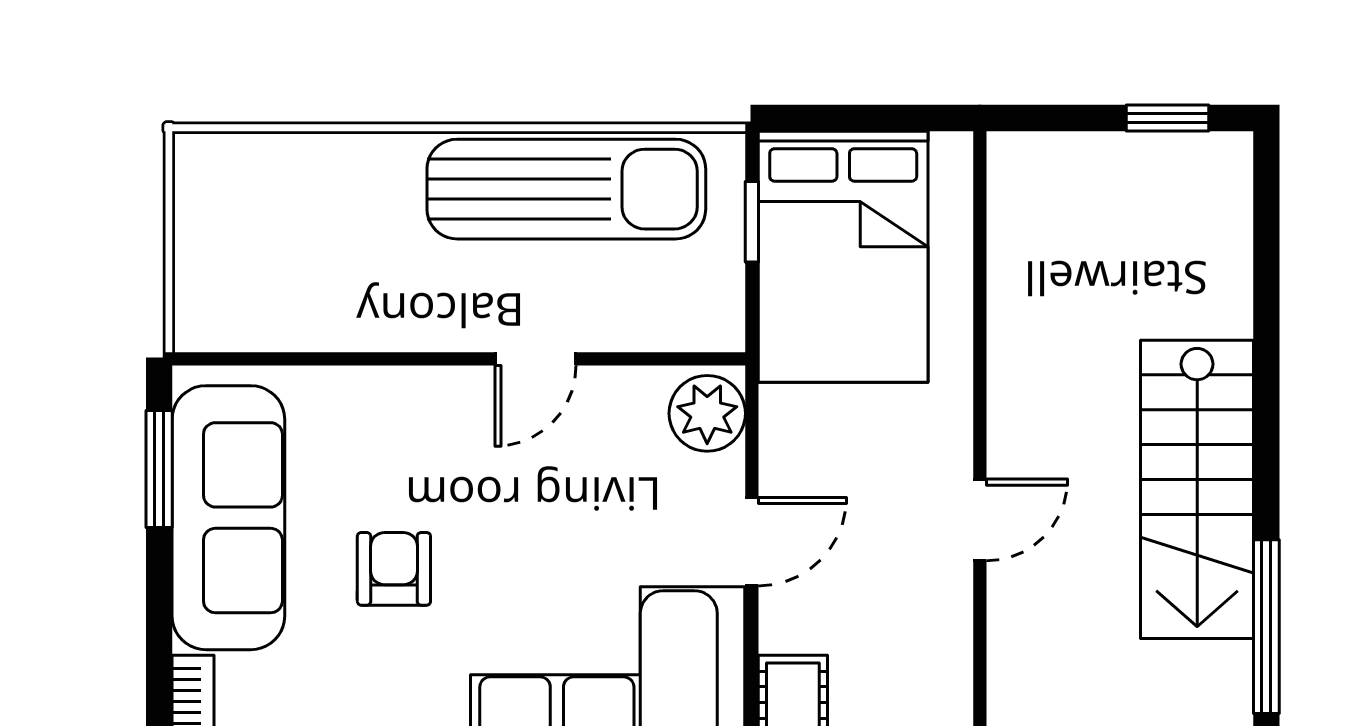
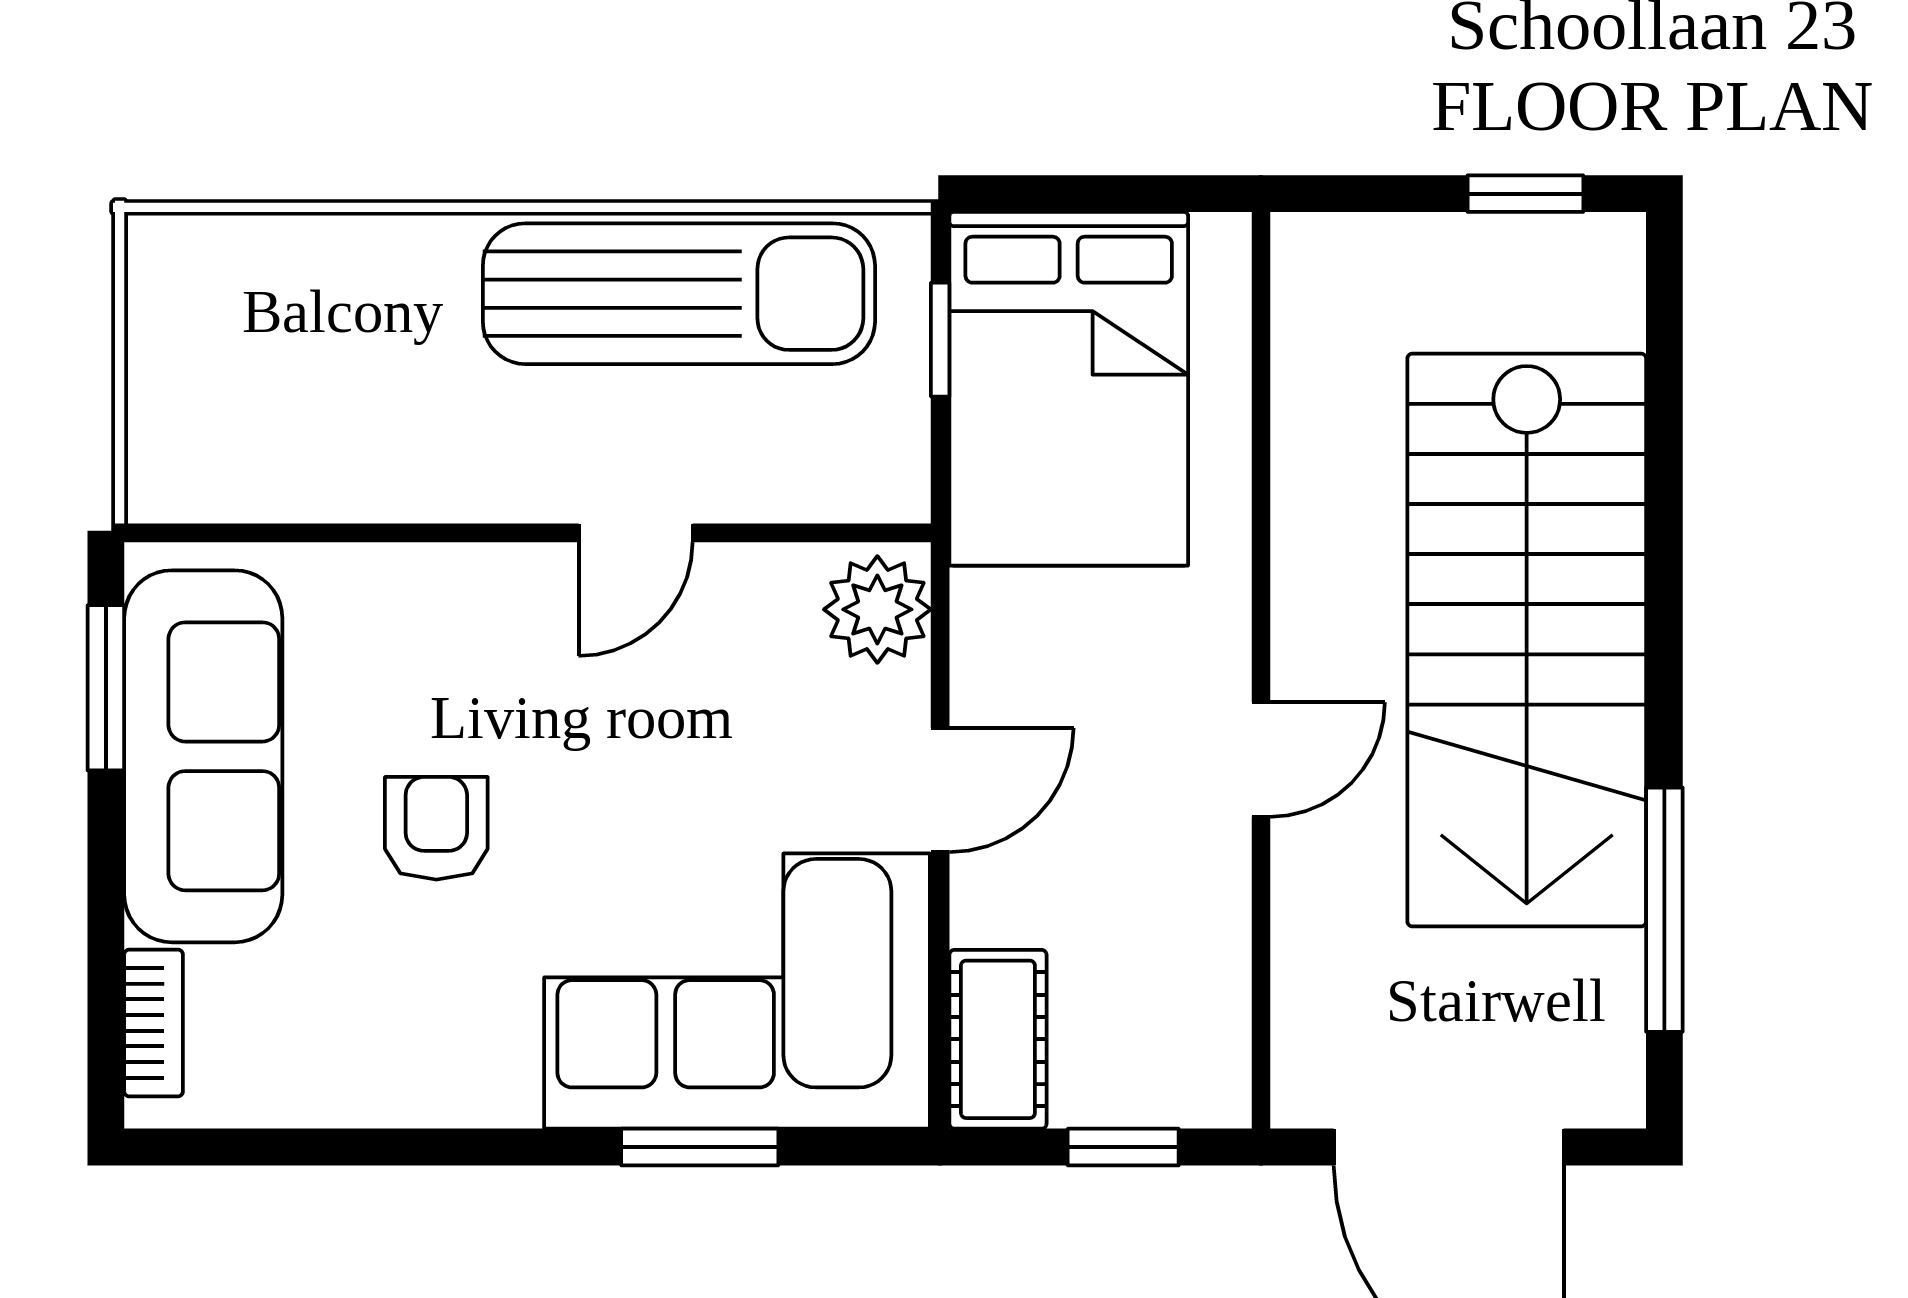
stairs: (1197, 489) -> (1527, 640), width x1.36, depth x1.51

